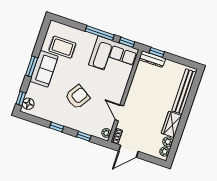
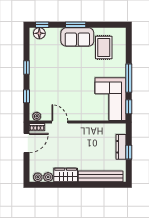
window: (157, 52) -> (129, 152), moved
dresser: (152, 59) -> (121, 147), moved
armchair: (77, 97) -> (61, 78), removed
door: (119, 113) -> (60, 122), hinge flipped
door: (128, 151) -> (26, 143), swing flipped

